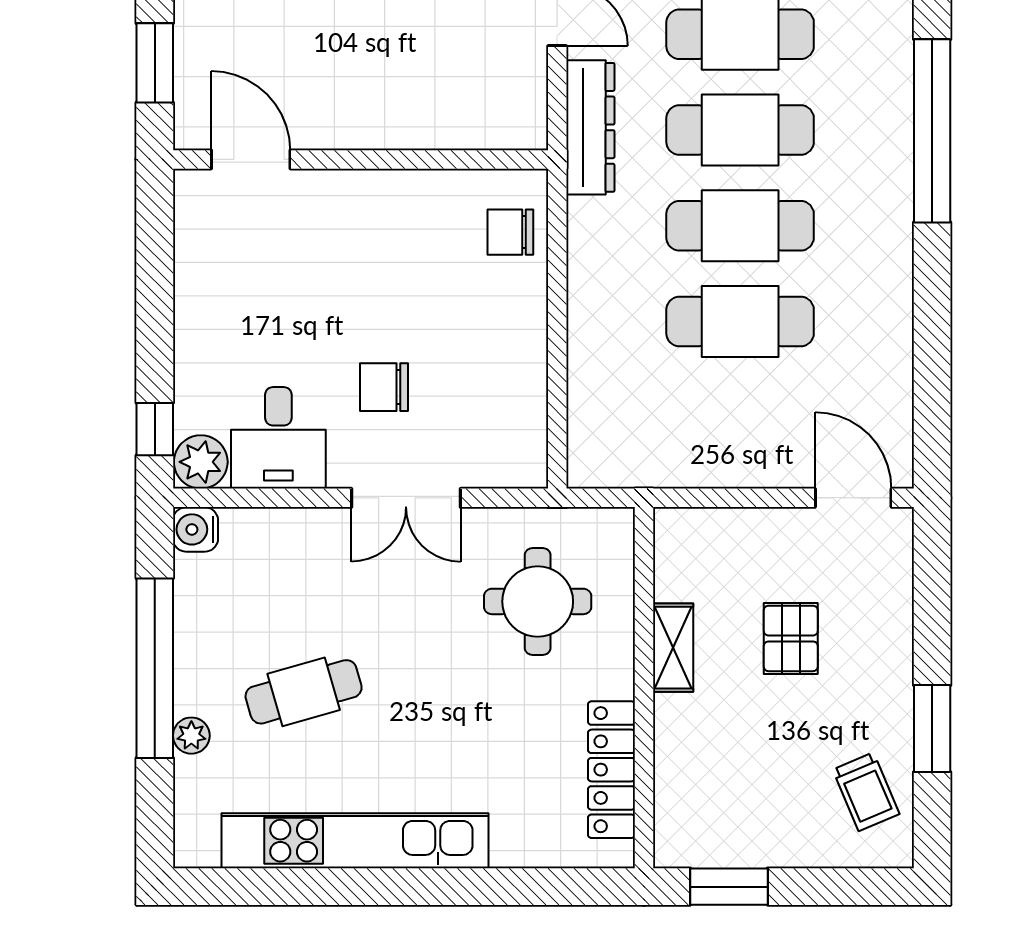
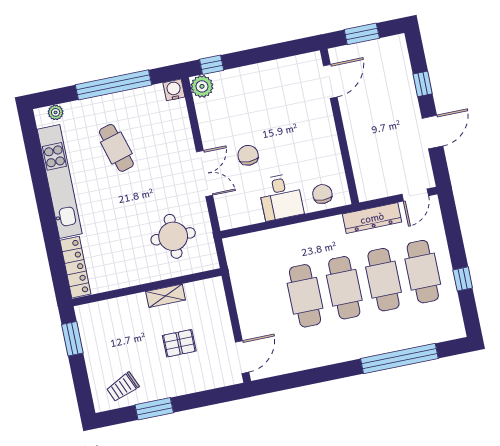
desk: (278, 438) -> (281, 197), moved, turned -90
double door: (406, 498) -> (205, 174), swing flipped
plant: (191, 736) -> (56, 112), moved
locker: (611, 770) -> (75, 267), moved, turned 90

